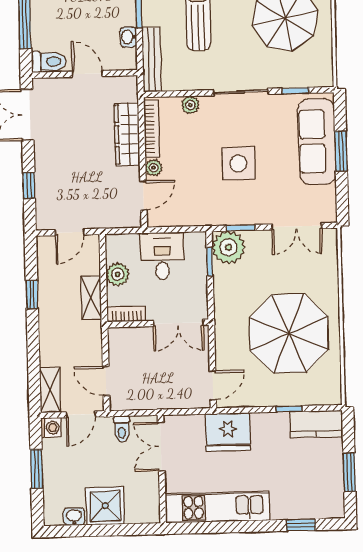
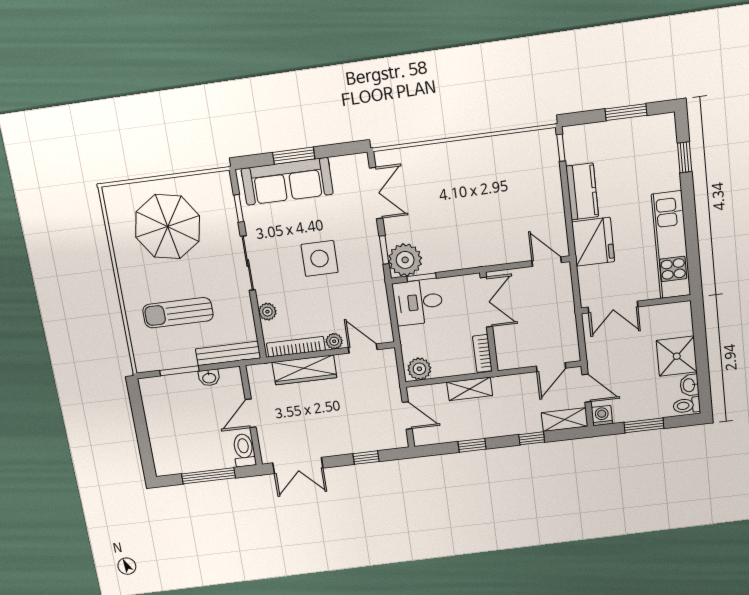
desk: (162, 256) -> (418, 302), moved
plant: (118, 274) -> (419, 369), moved
parasol: (289, 333) -> (487, 190), removed
window: (34, 355) -> (532, 438), added
window: (289, 409) -> (561, 148), moved
kitchen counter: (316, 424) -> (582, 191), moved
toilet: (122, 429) -> (687, 405), moved, turned 180

